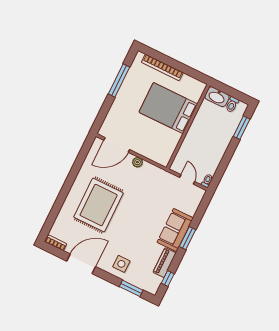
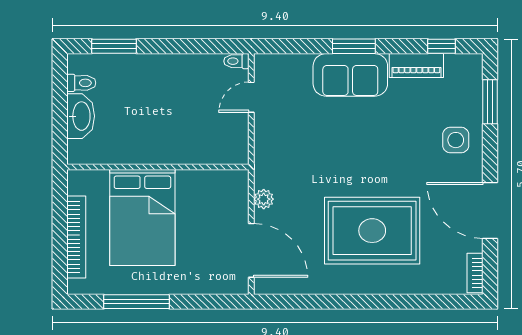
bed: (168, 108) -> (142, 217), moved
wall: (188, 127) -> (158, 167), moved

